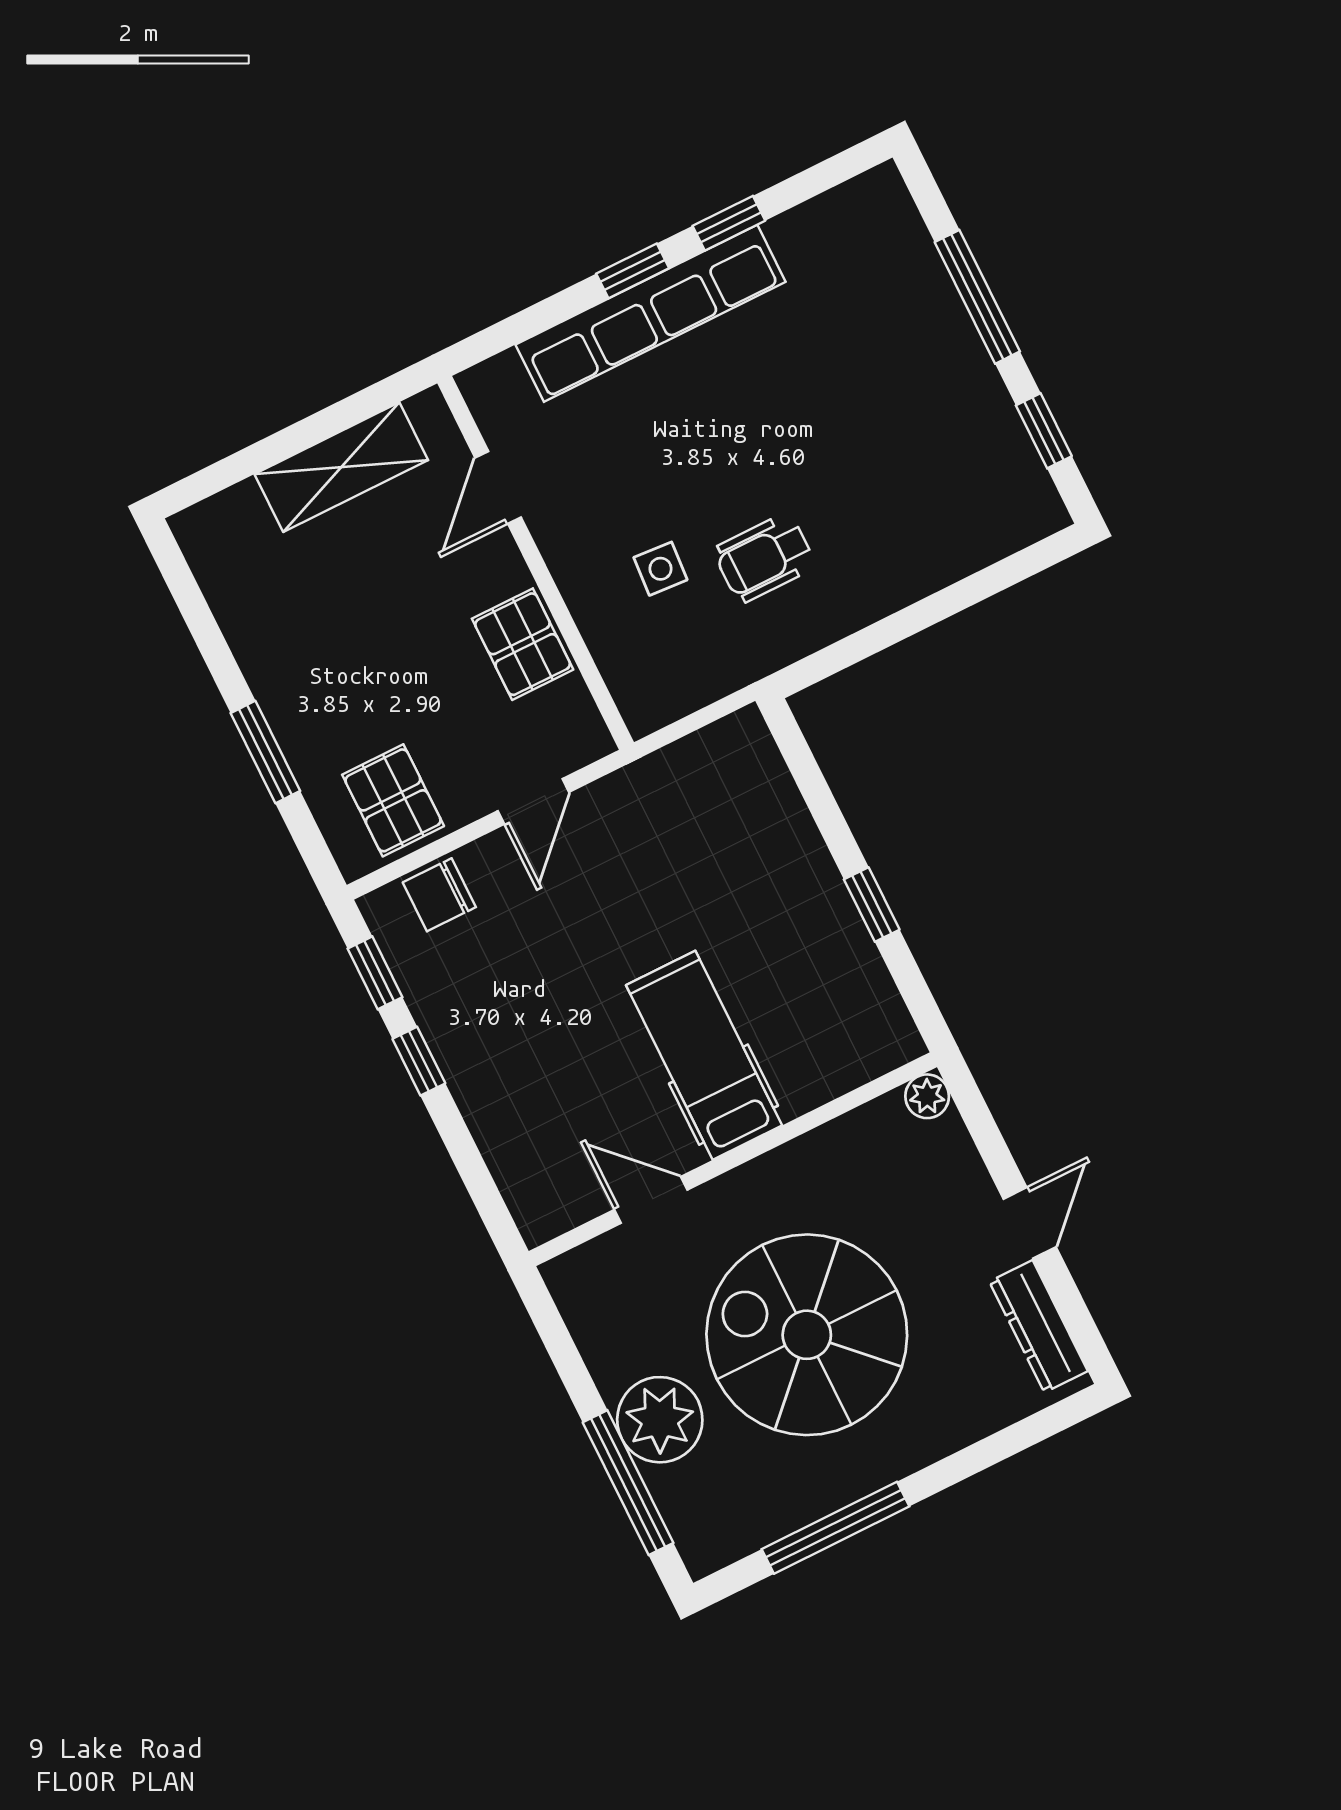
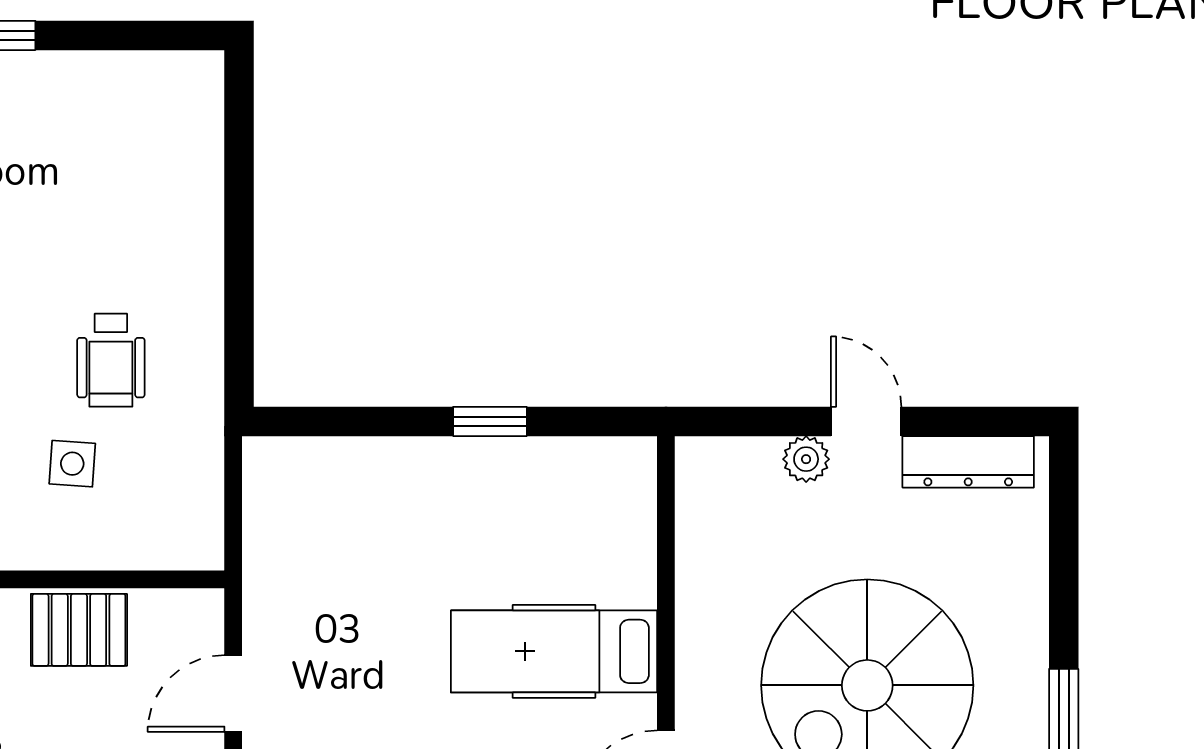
window: (1044, 431) -> (122, 35), removed
door: (534, 801) -> (233, 694), swing flipped
plant: (927, 1096) -> (806, 459), moved

